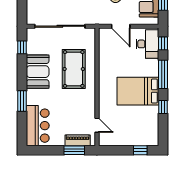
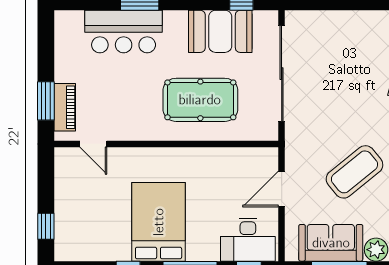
booth: (38, 72) -> (220, 31), moved
door: (97, 125) -> (93, 144), hinge flipped
bar counter: (38, 126) -> (124, 32), moved

